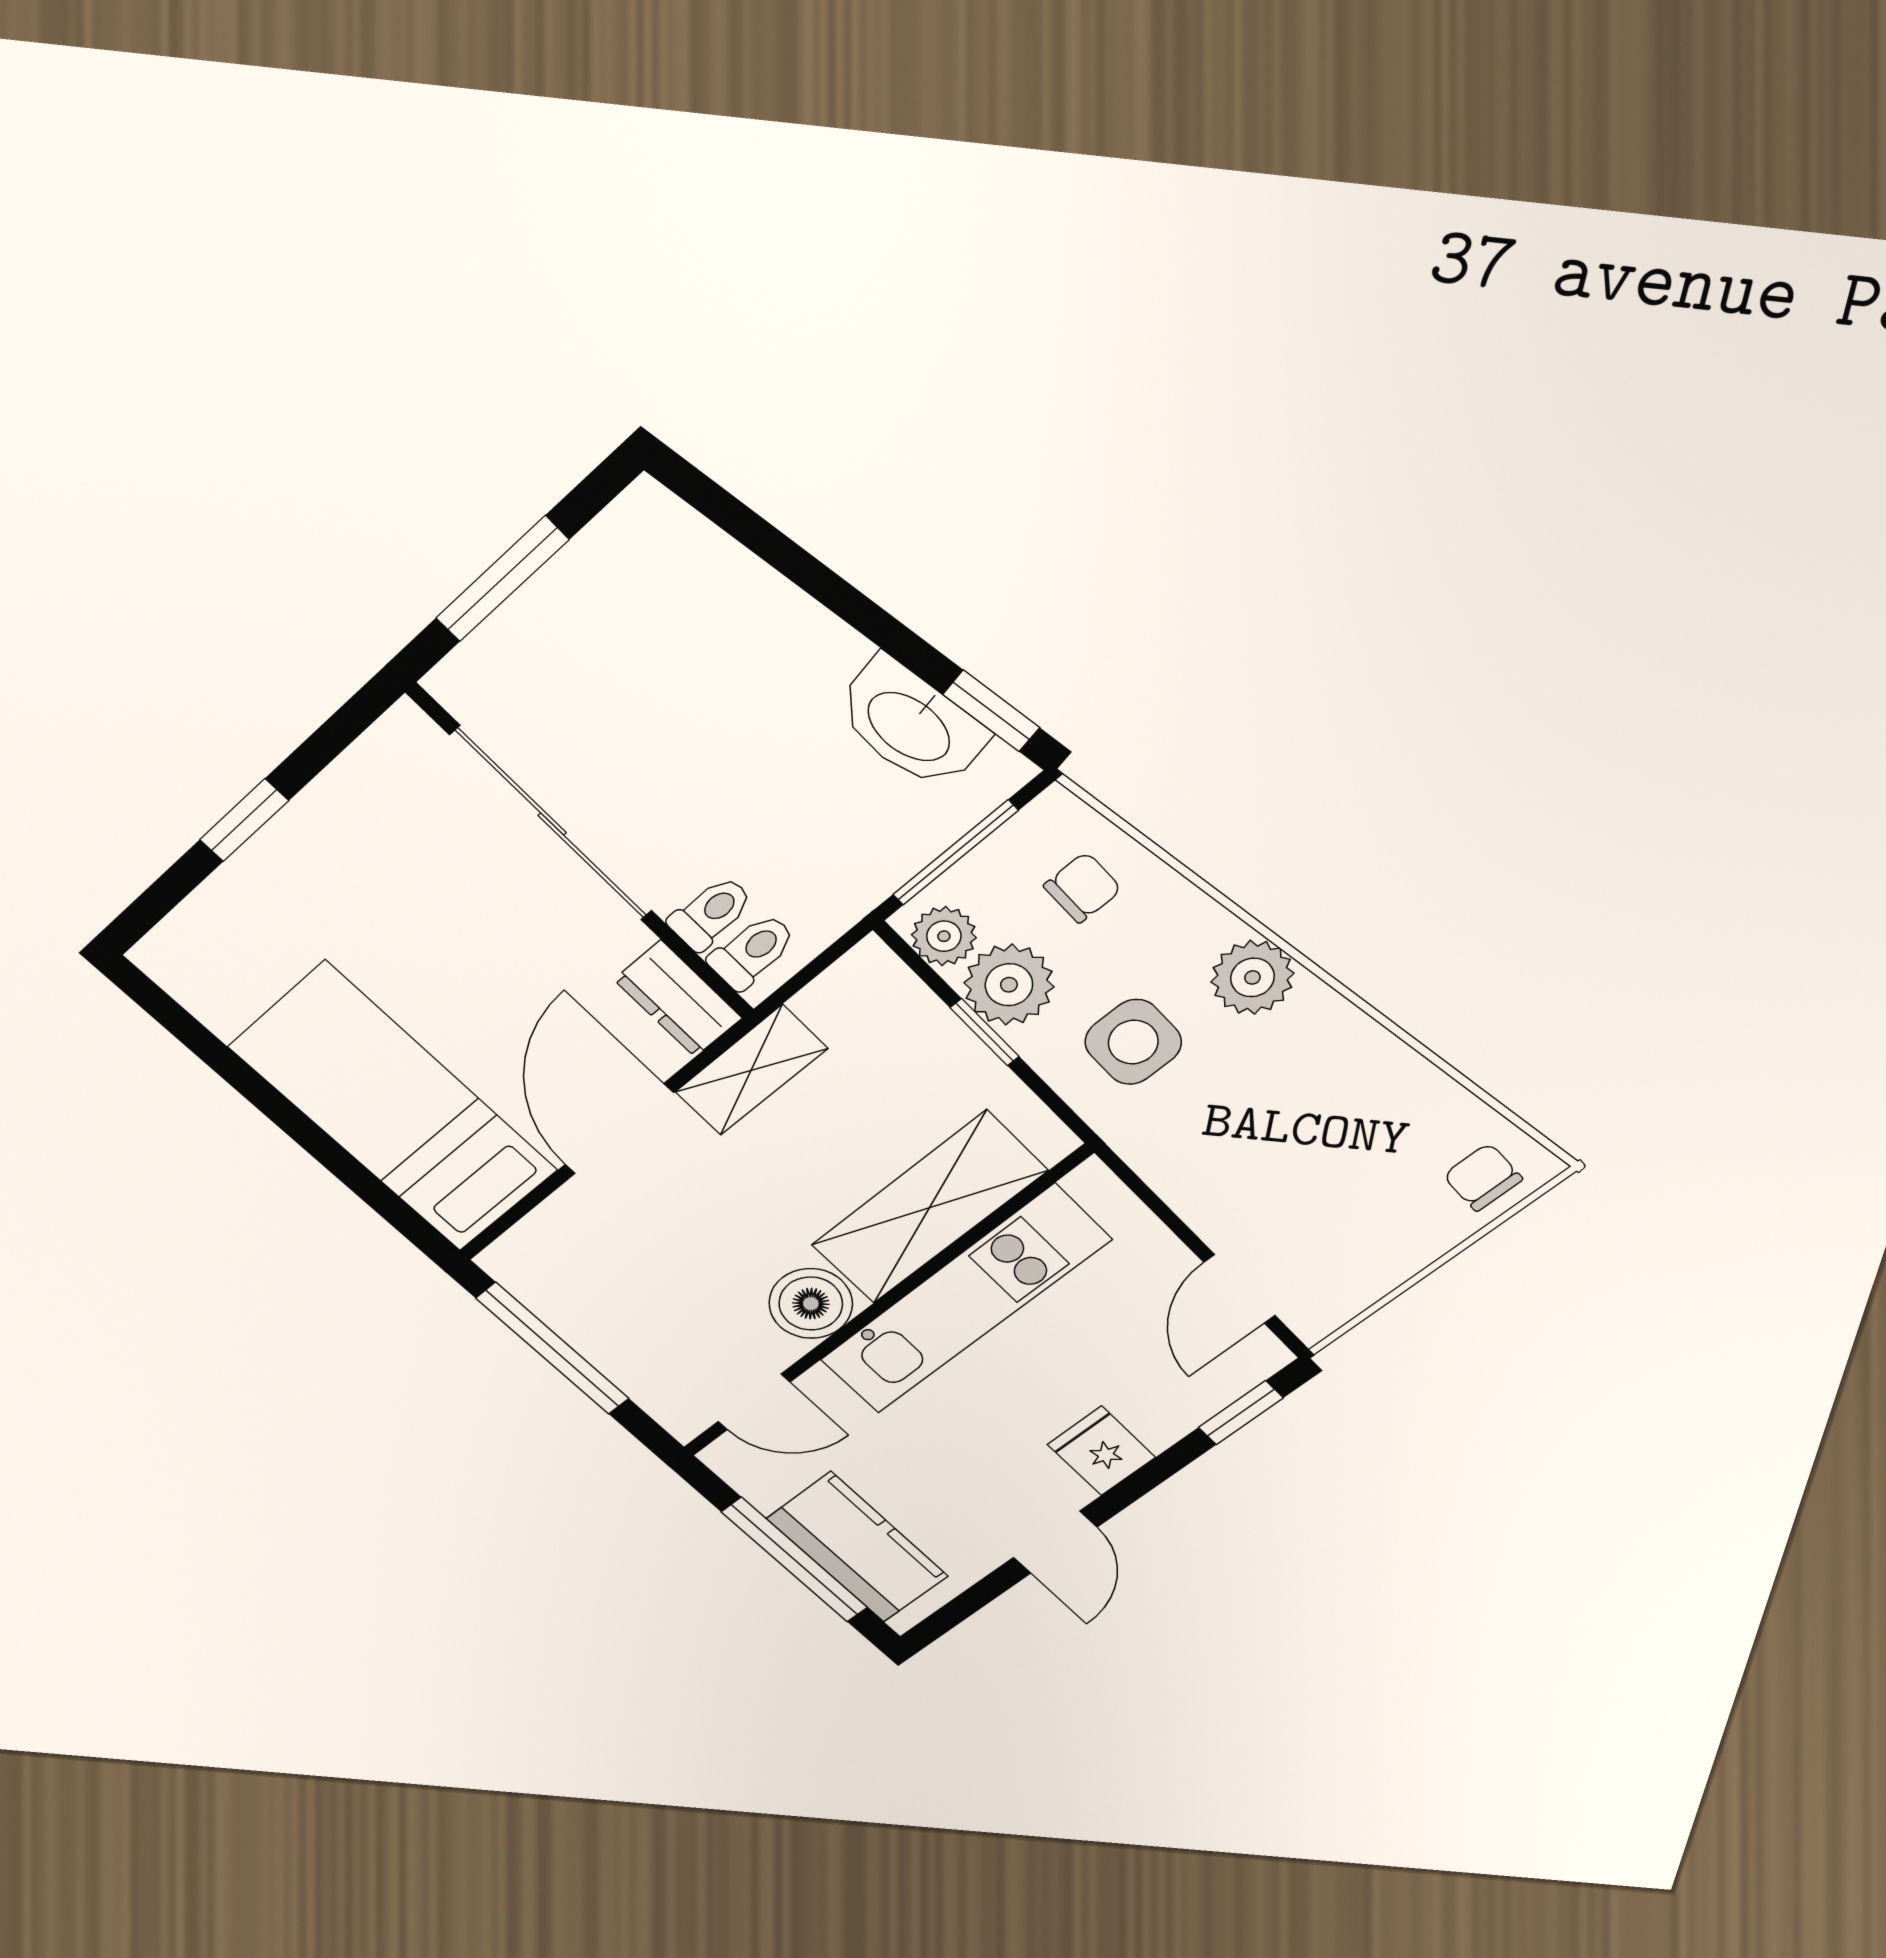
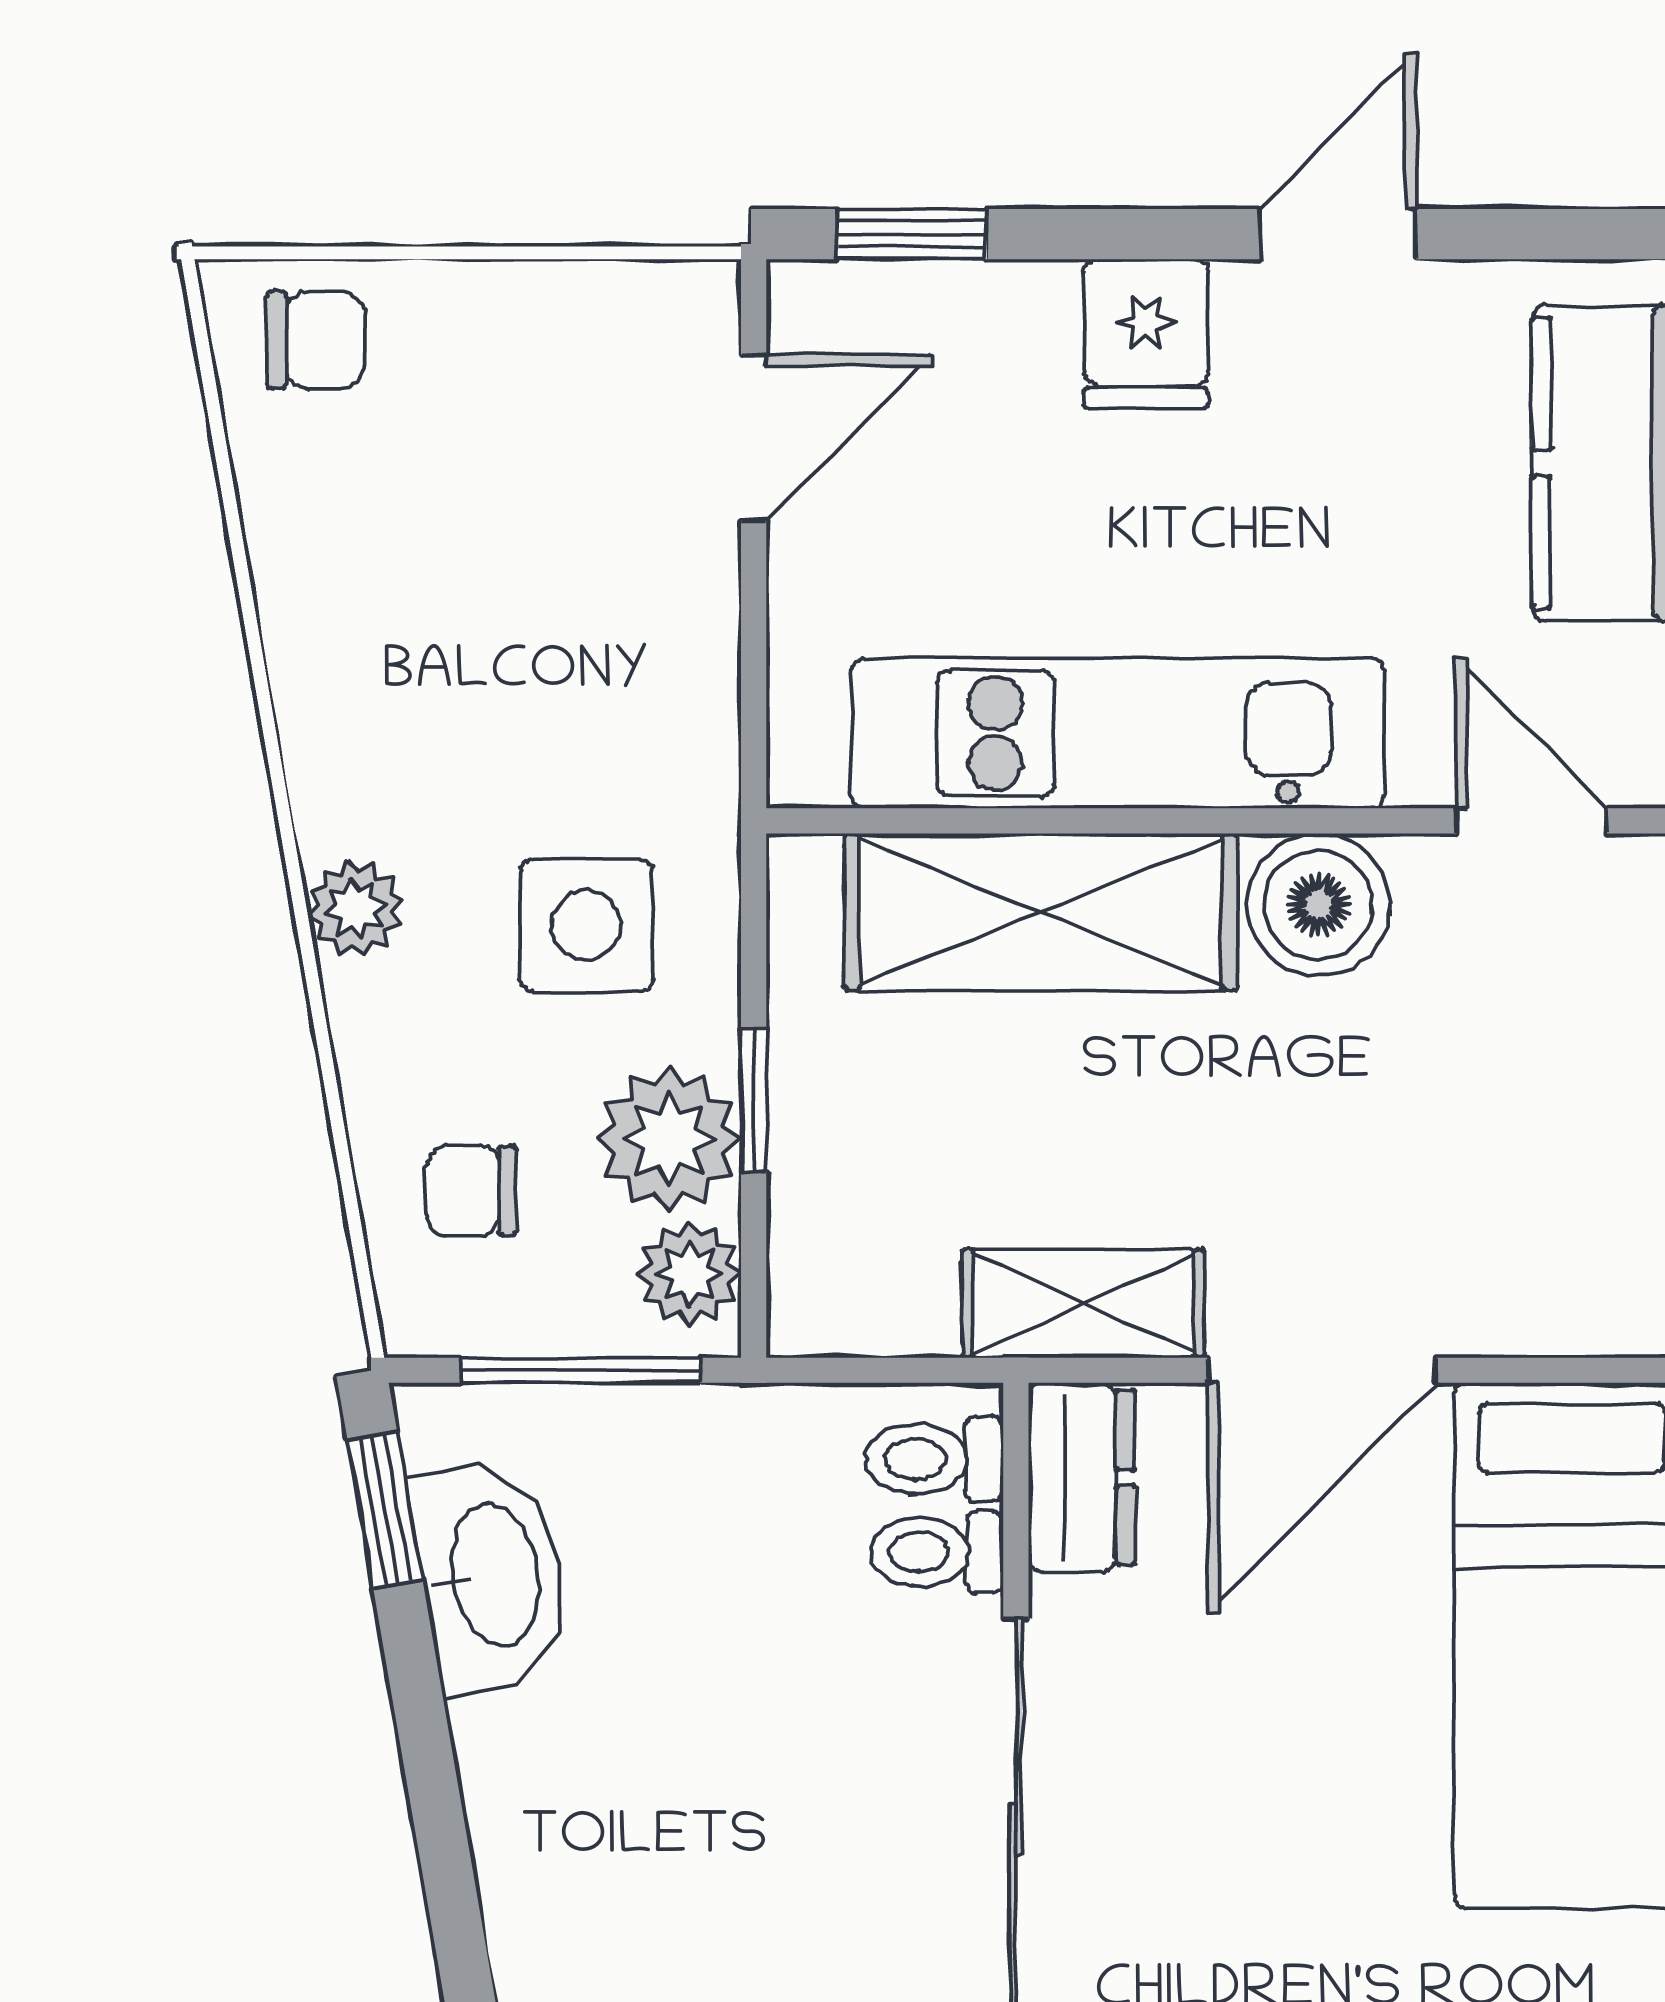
plant: (1252, 977) -> (356, 909), width x0.73, depth x0.73
chair: (1483, 1177) -> (316, 340), turned -90

